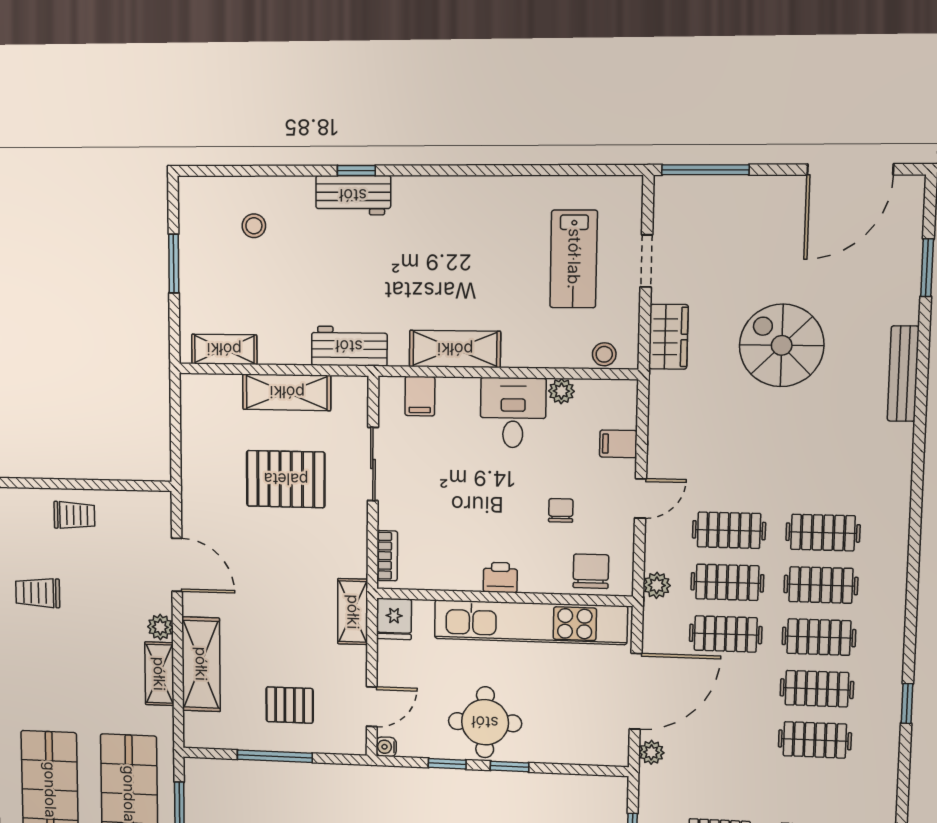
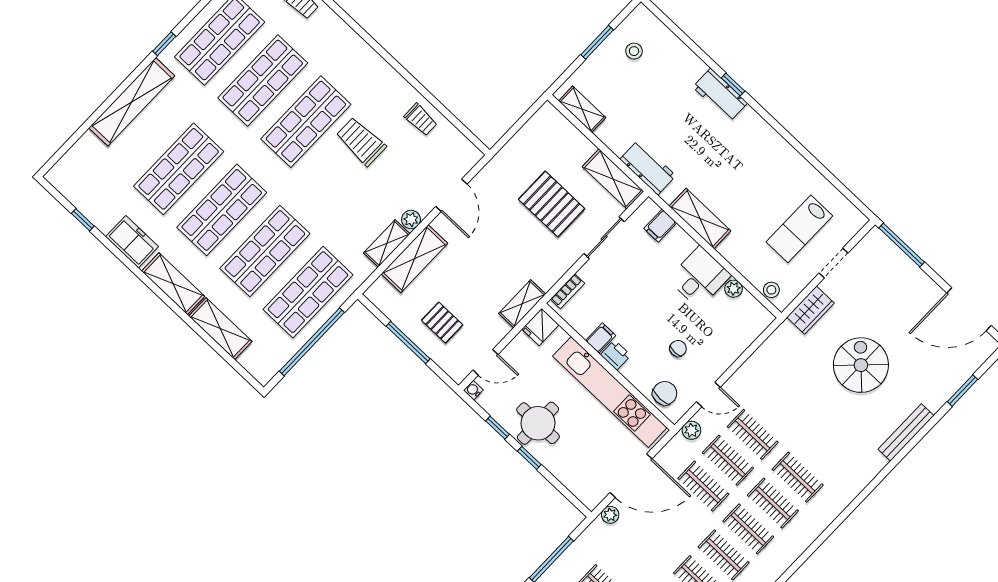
stool: (254, 226) -> (634, 51), moved
shelving: (287, 392) -> (613, 179), moved
filing cabinet: (618, 444) -> (601, 338), moved, turned 90
door: (640, 498) -> (708, 394), moved
trolley: (38, 593) -> (361, 141), width x1.36, depth x1.39

